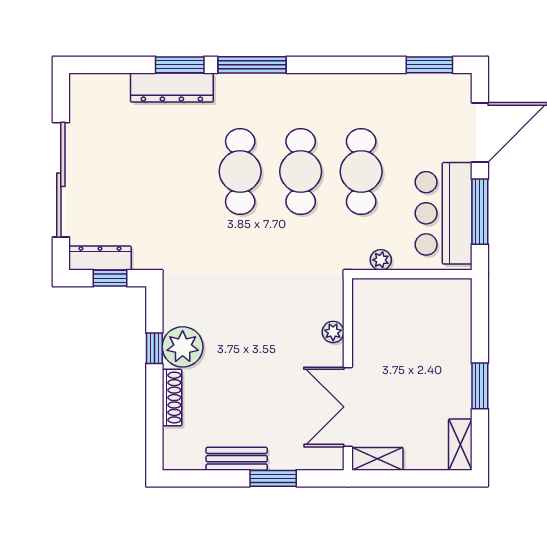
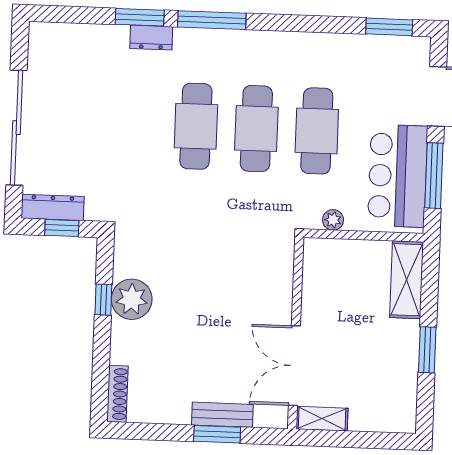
dresser: (172, 88) -> (151, 38), width x0.51, depth x0.80
plant: (333, 332) -> (283, 290), removed
shoe rack: (172, 398) -> (117, 394), moved
shelving: (460, 445) -> (406, 280), moved, width x1.50, depth x1.33
bench: (237, 459) -> (222, 415), moved

